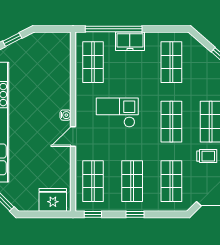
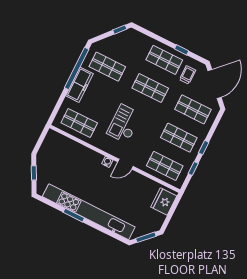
window: (114, 29) -> (77, 68), moved
freezer: (130, 41) -> (79, 85), width x1.40
door: (73, 136) -> (125, 164), hinge flipped
window: (93, 214) -> (193, 168), moved

